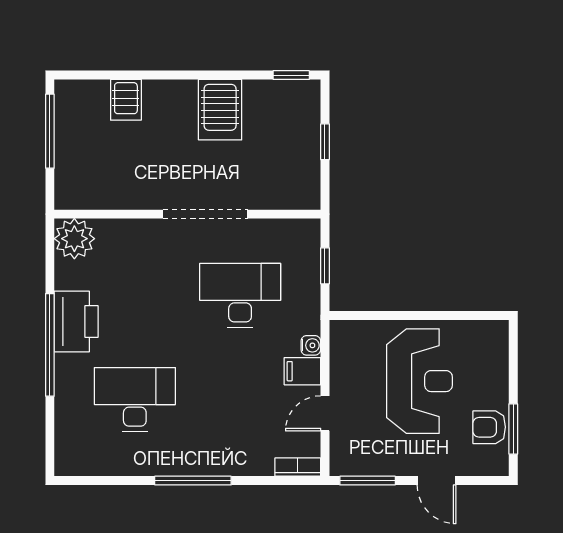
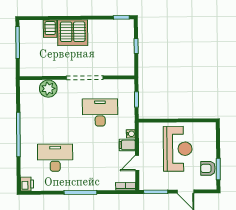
server rack: (220, 110) -> (73, 33), moved, width x1.60
plant: (74, 239) -> (48, 89), moved
printer: (76, 322) -> (27, 184), moved, width x0.53, depth x0.68

